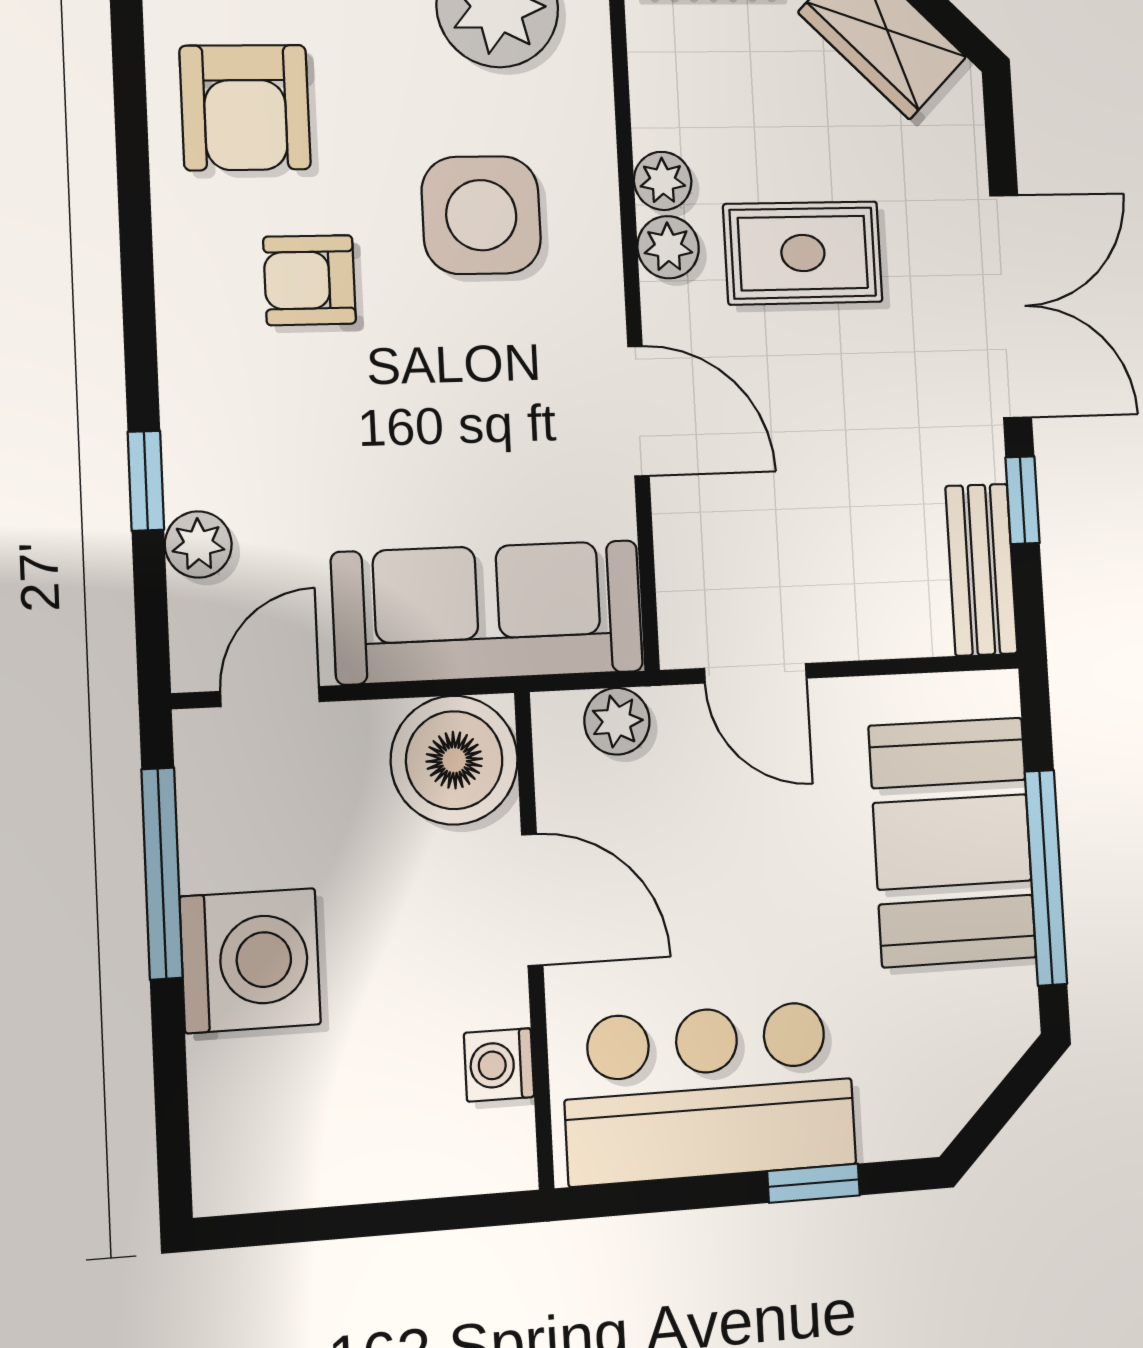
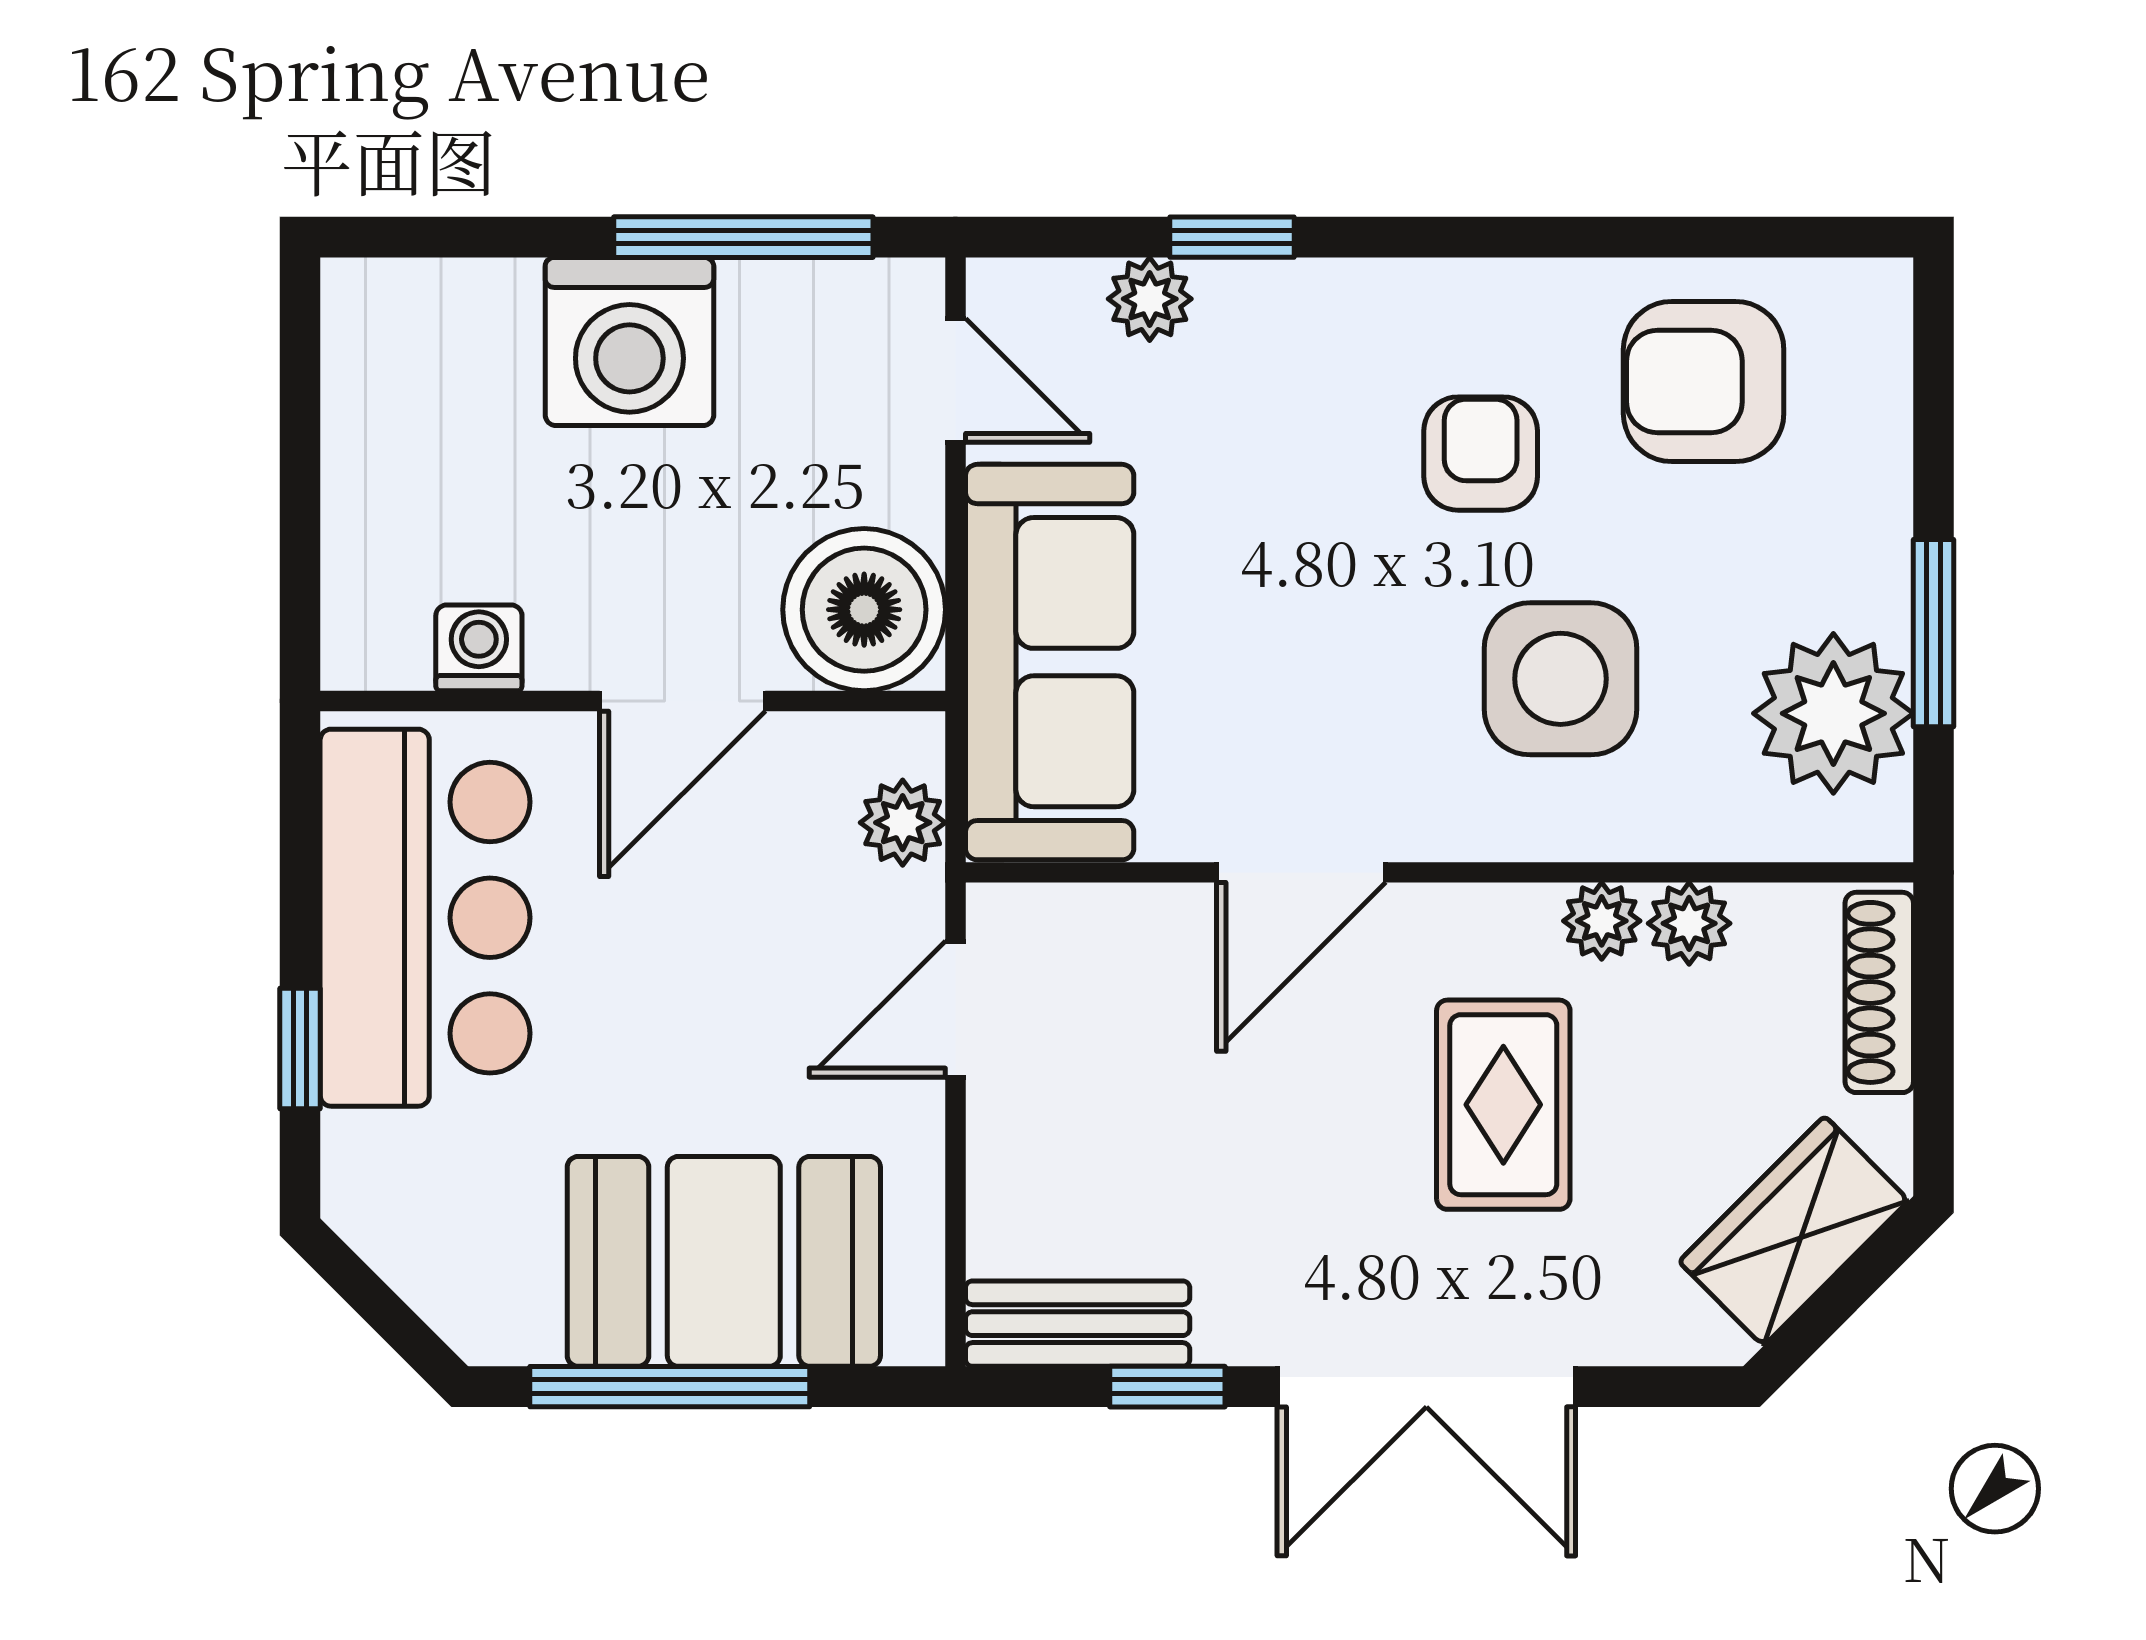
plant: (668, 247) -> (1689, 923), moved

